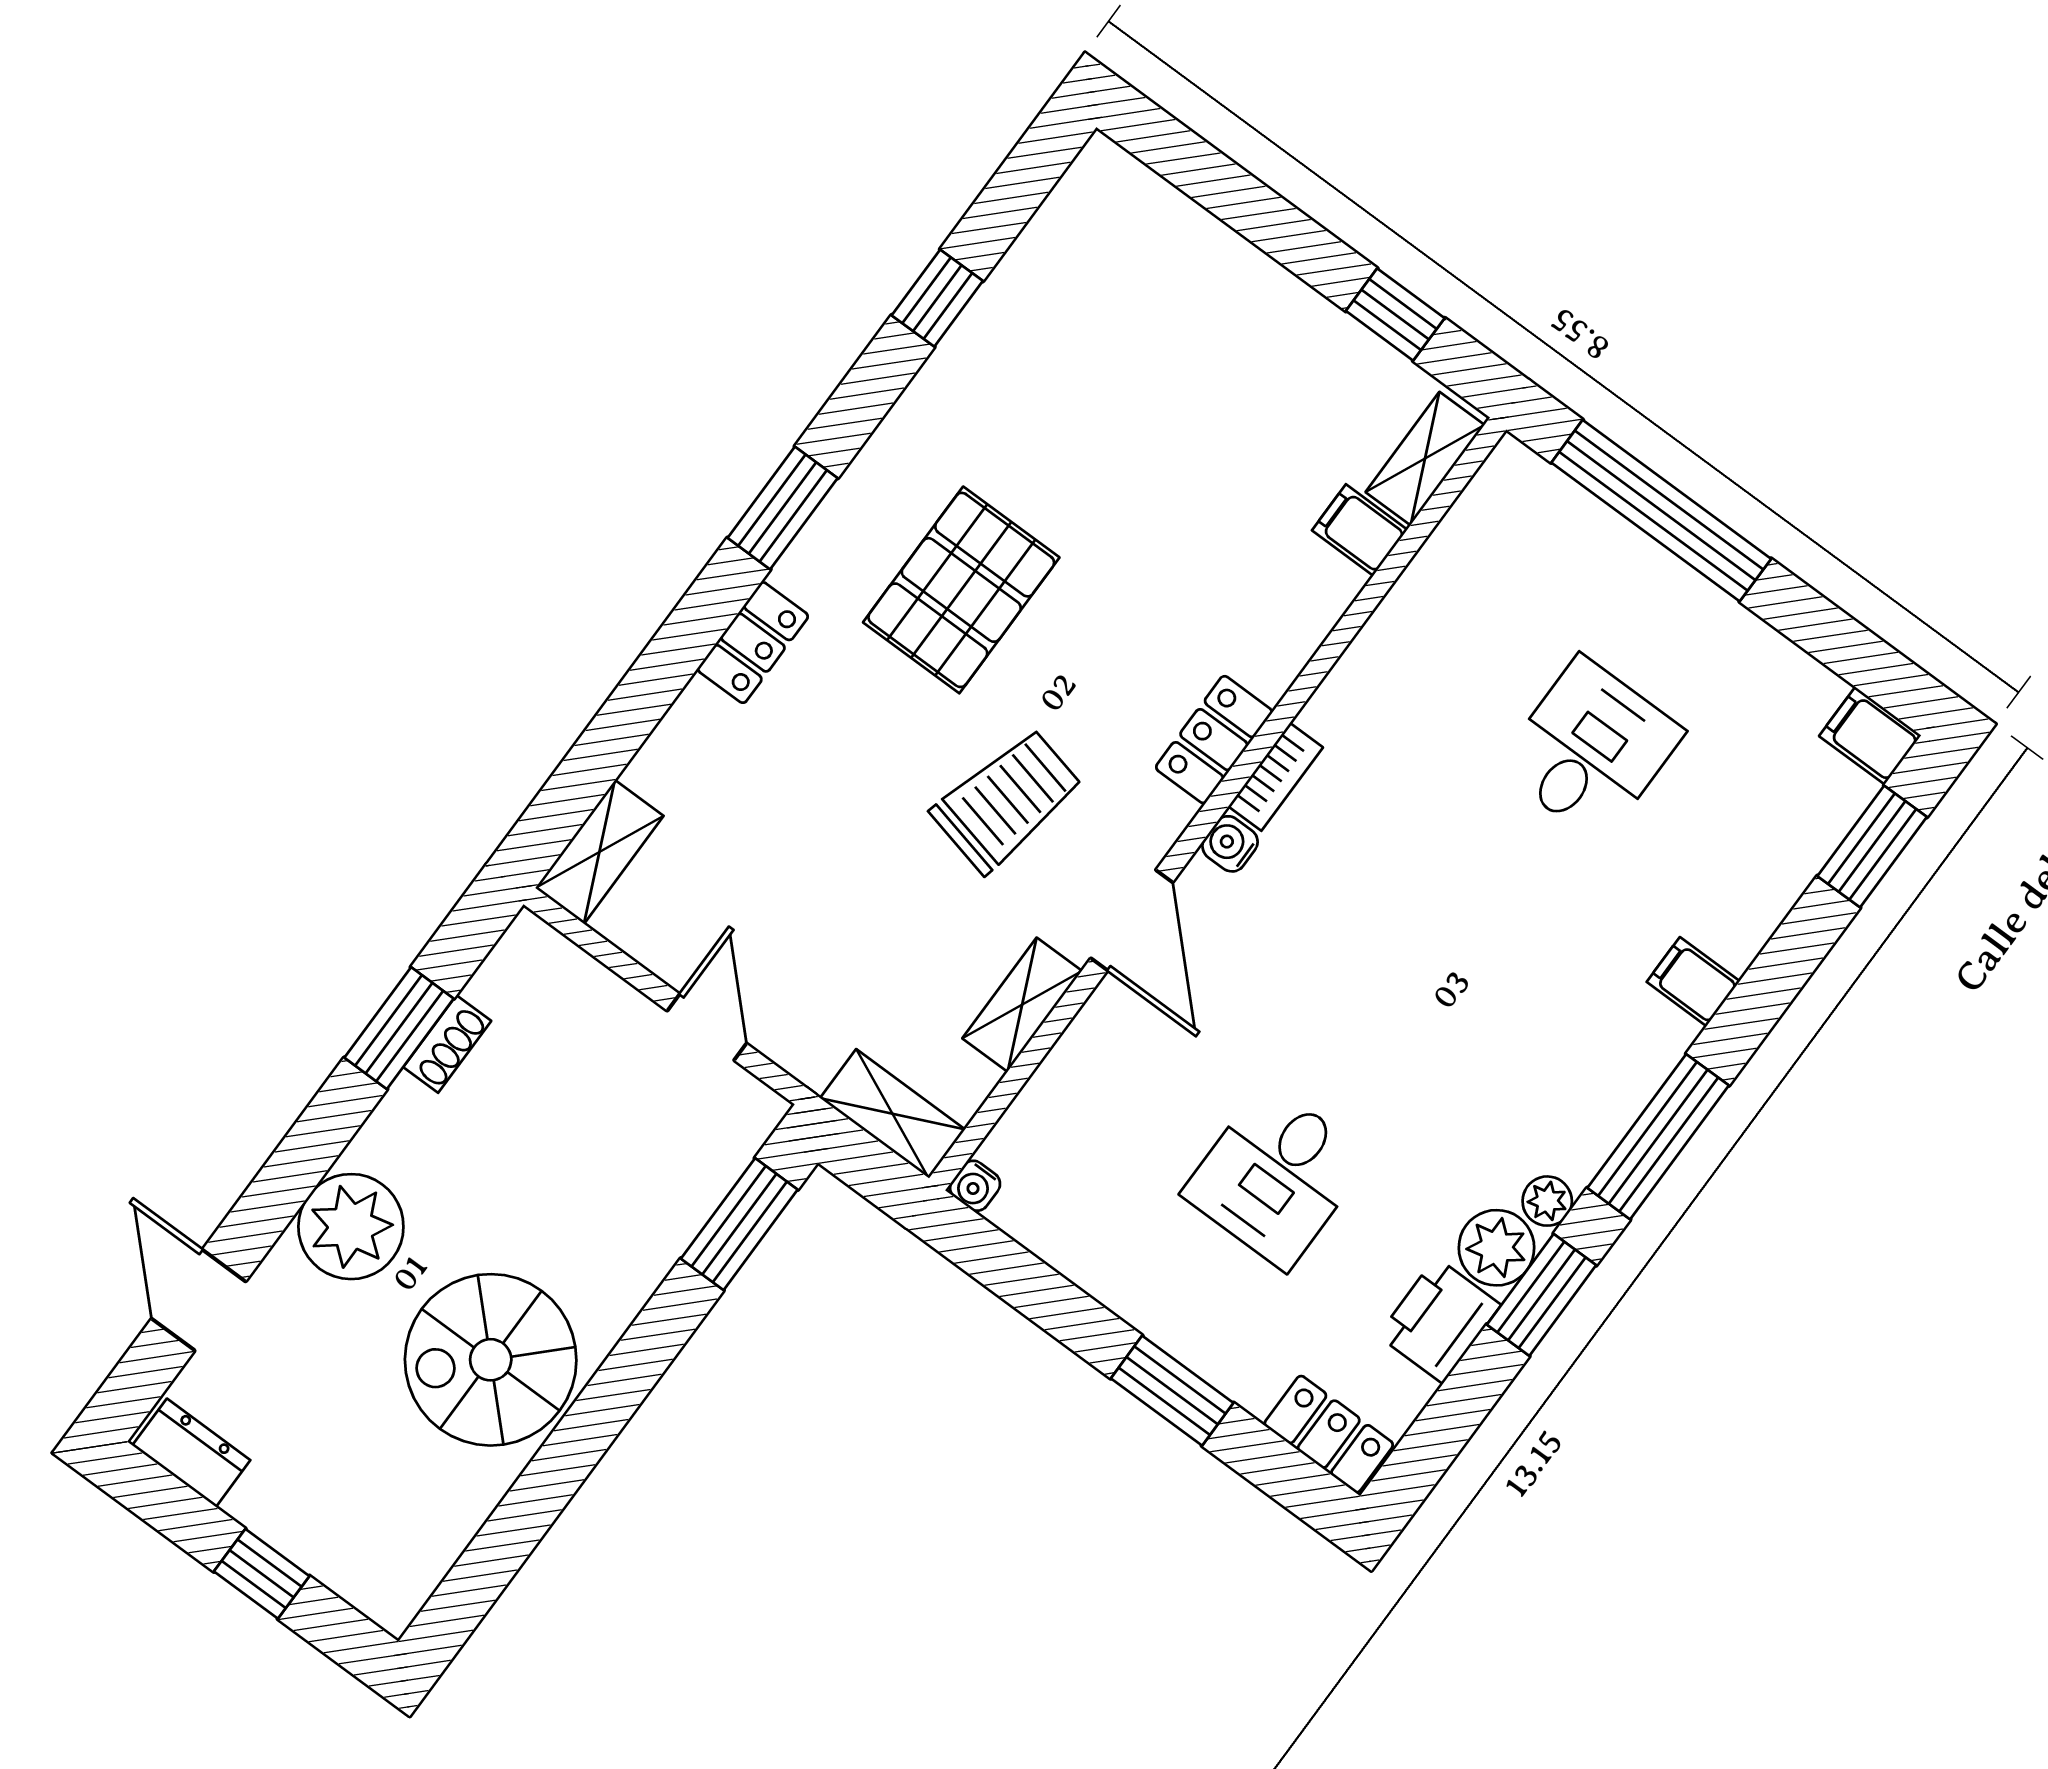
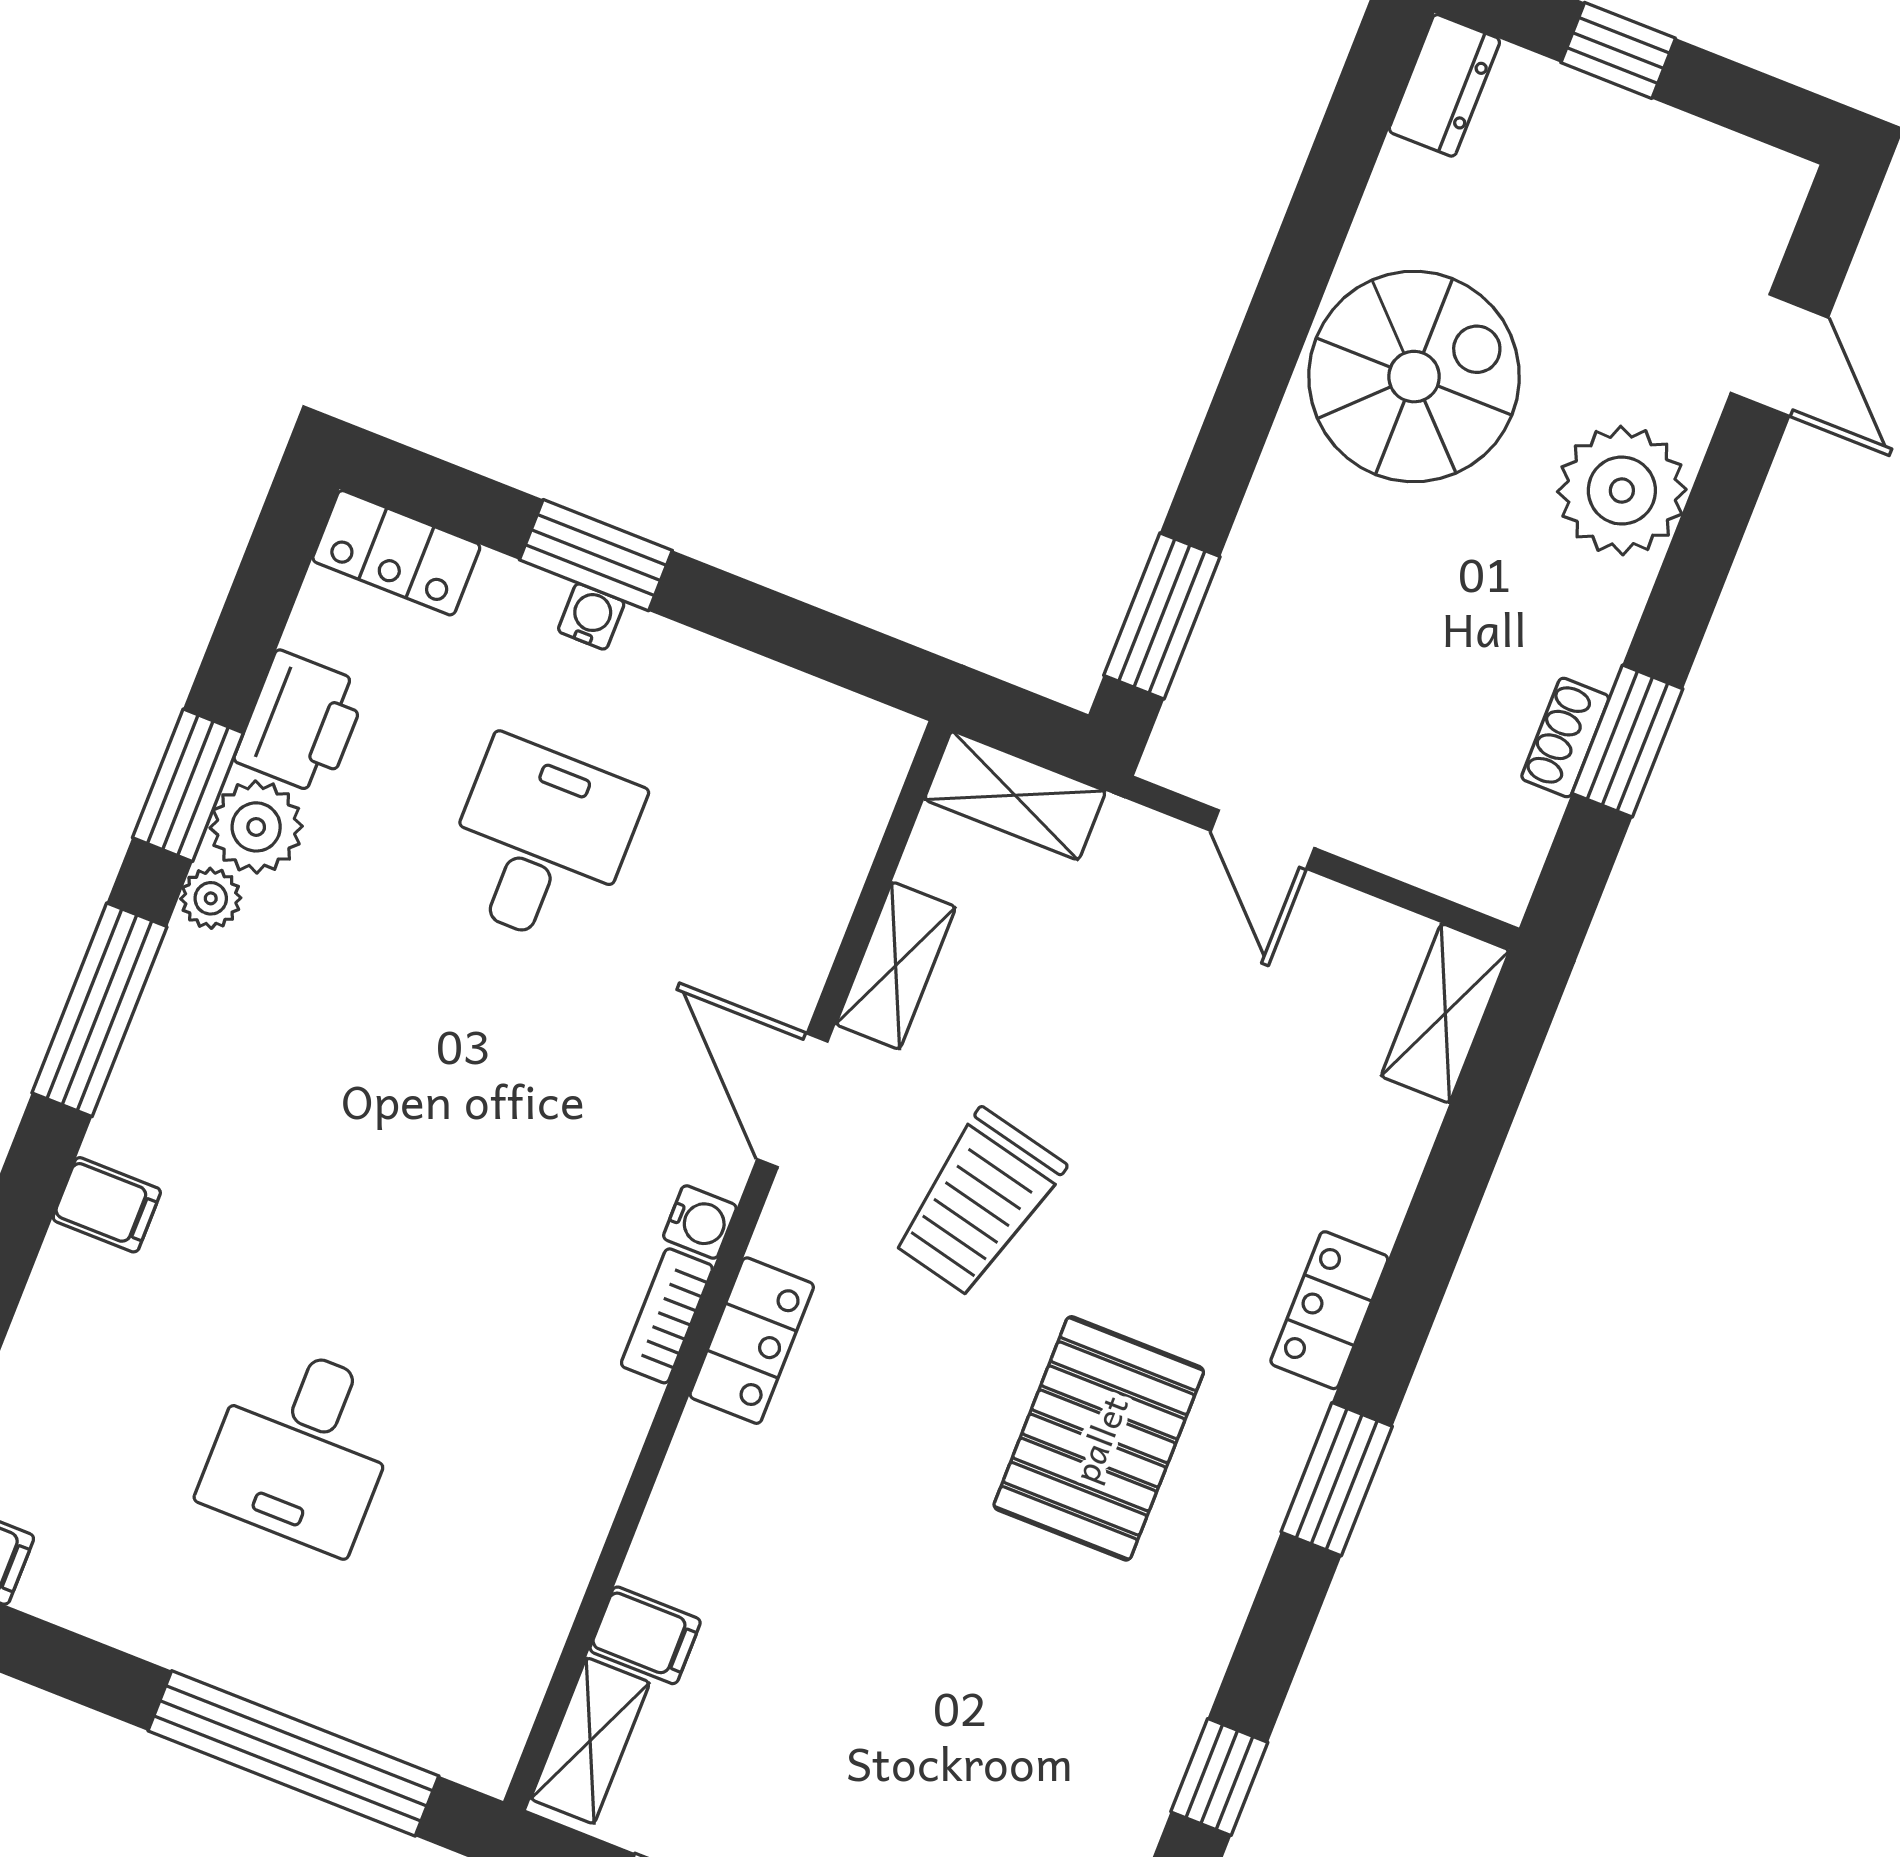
water cooler: (975, 1186) -> (591, 616), moved
dresser: (191, 1453) -> (1444, 85), moved, turned -90

